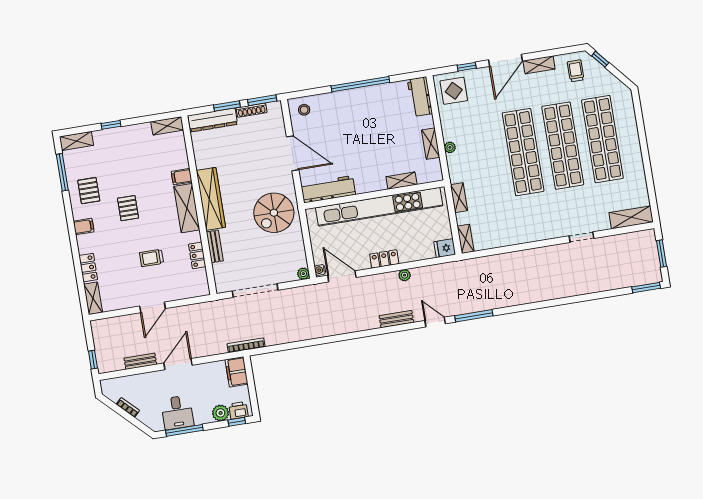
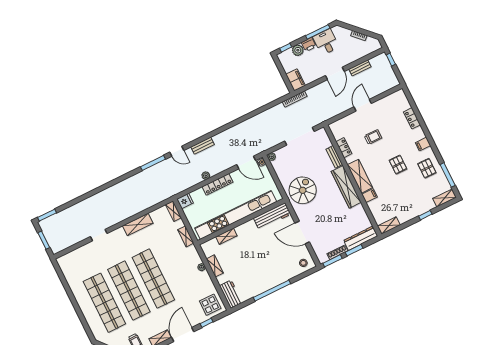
shelving: (631, 217) -> (138, 224), moved
locker: (384, 259) -> (217, 184), width x1.53
shelving: (93, 298) -> (403, 99), removed
printer: (238, 410) -> (309, 45), moved

